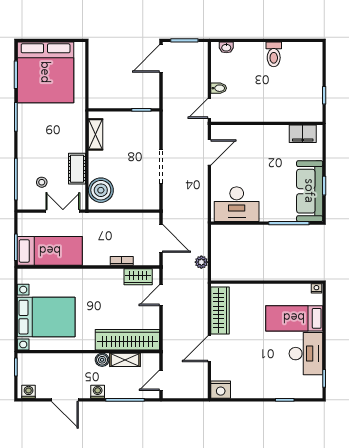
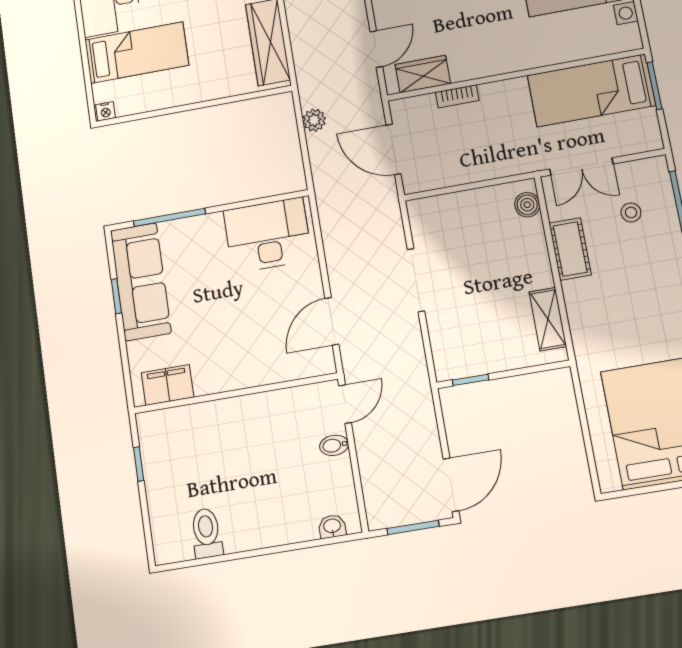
toilet: (274, 54) -> (206, 533), moved
boiler: (101, 190) -> (527, 205), width x0.54, depth x0.54

